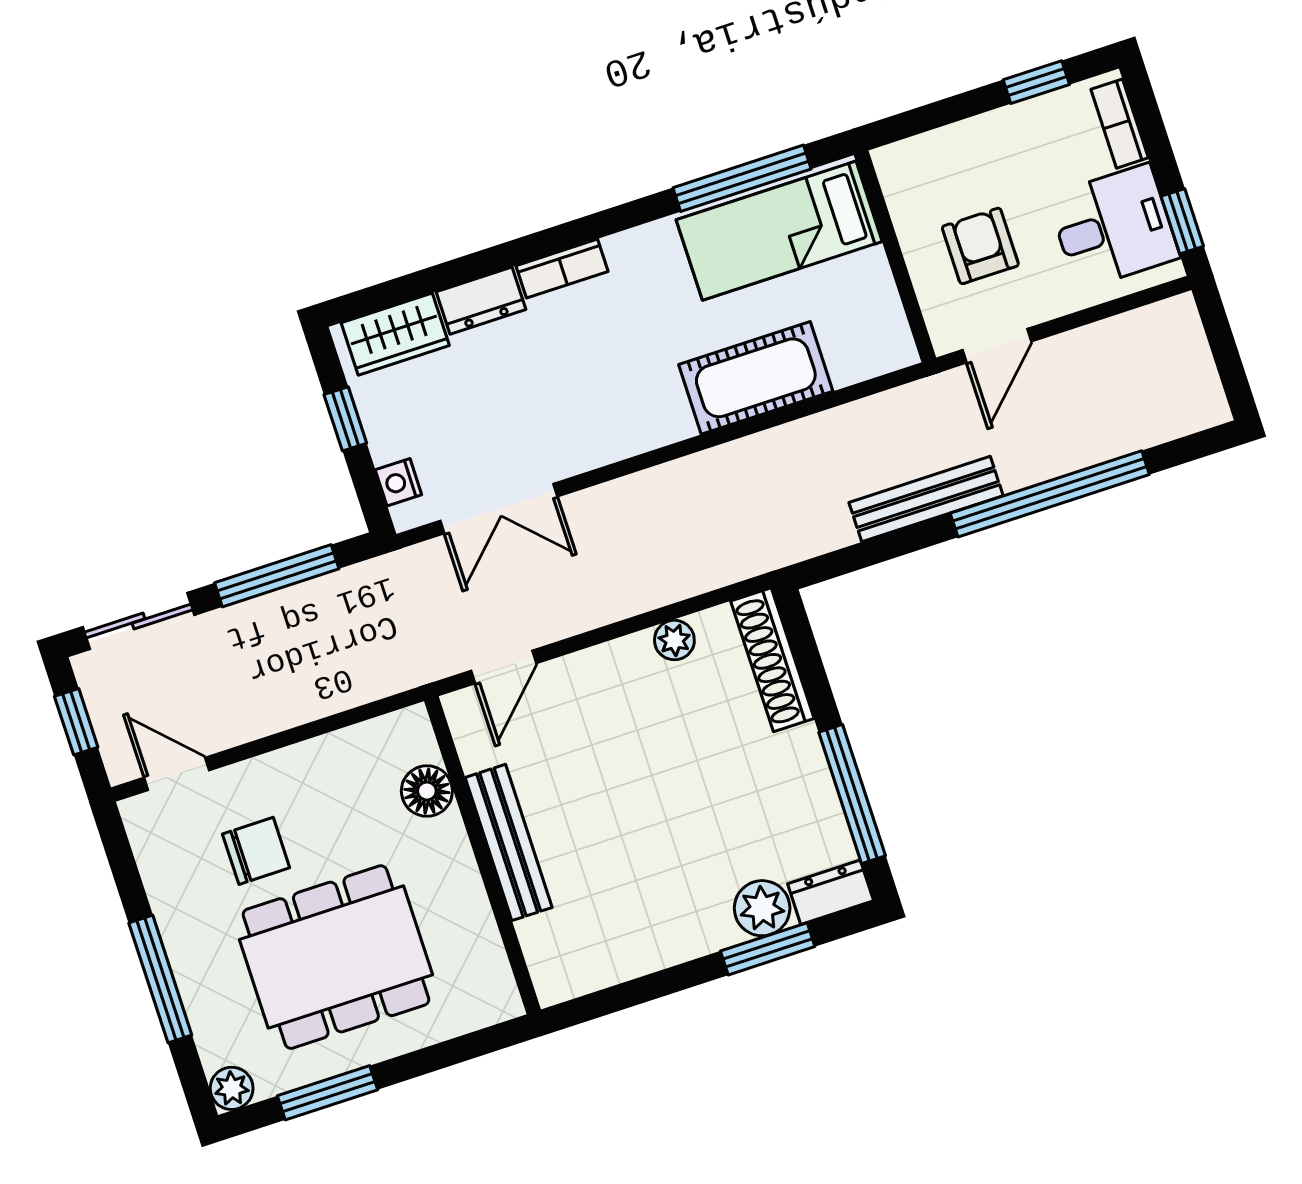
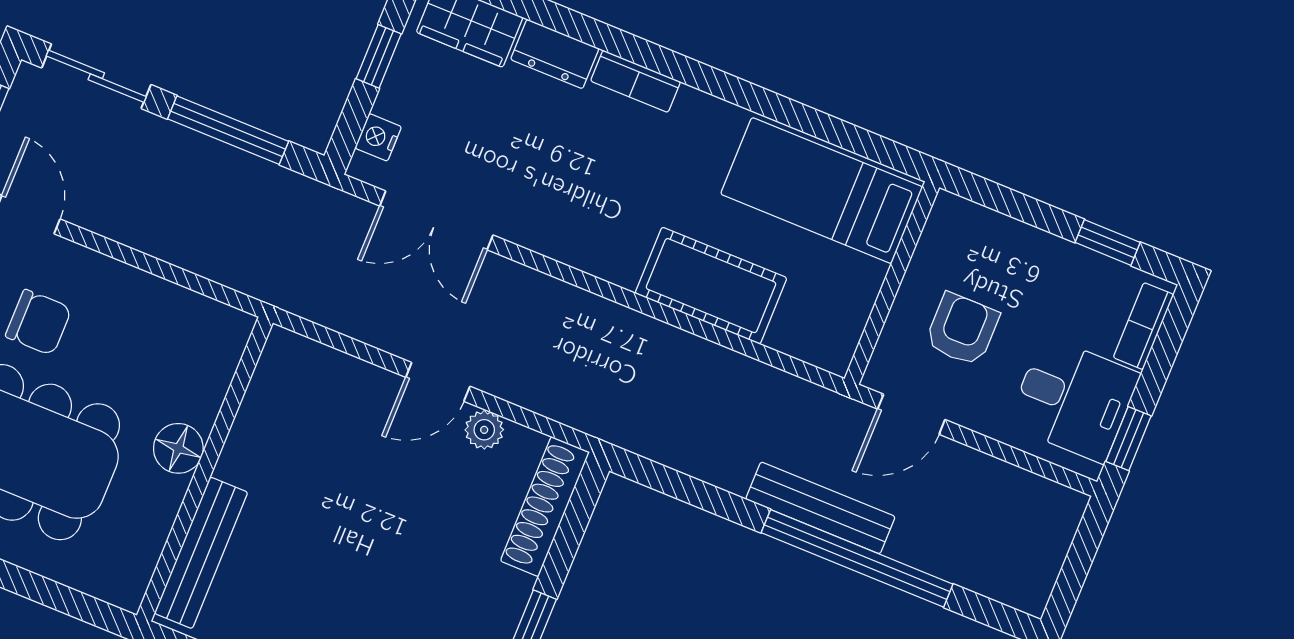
window: (742, 178) -> (827, 128), removed
bench: (926, 499) -> (820, 508), moved
door: (504, 667) -> (438, 382), moved
floor lamp: (427, 791) -> (178, 448), moved
bench: (509, 842) -> (201, 553), moved

